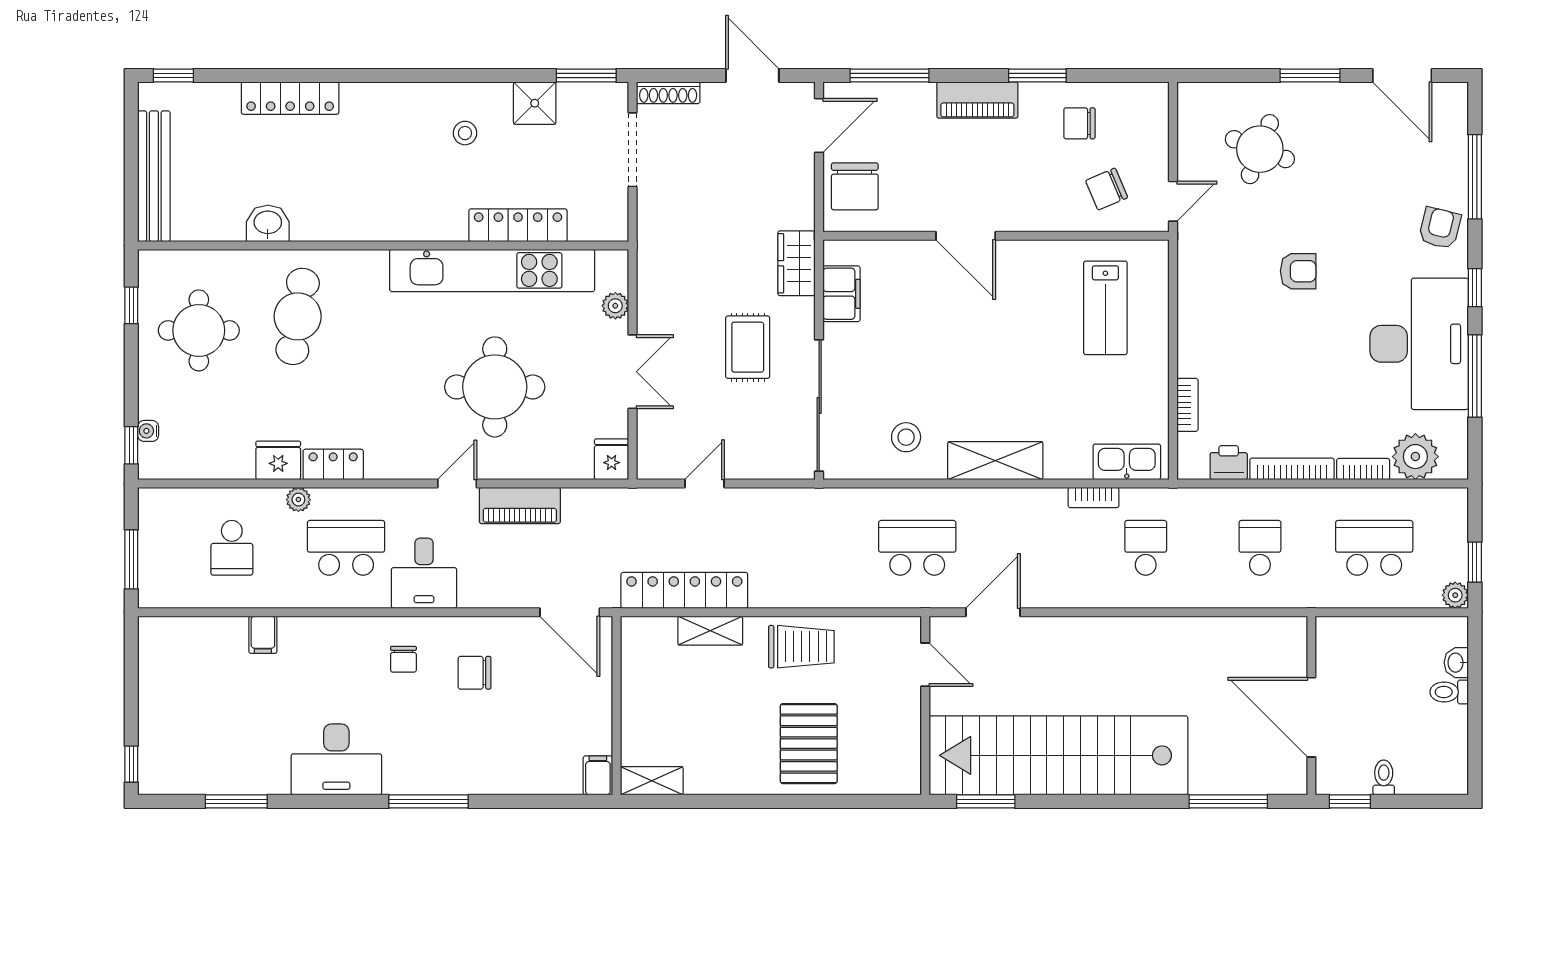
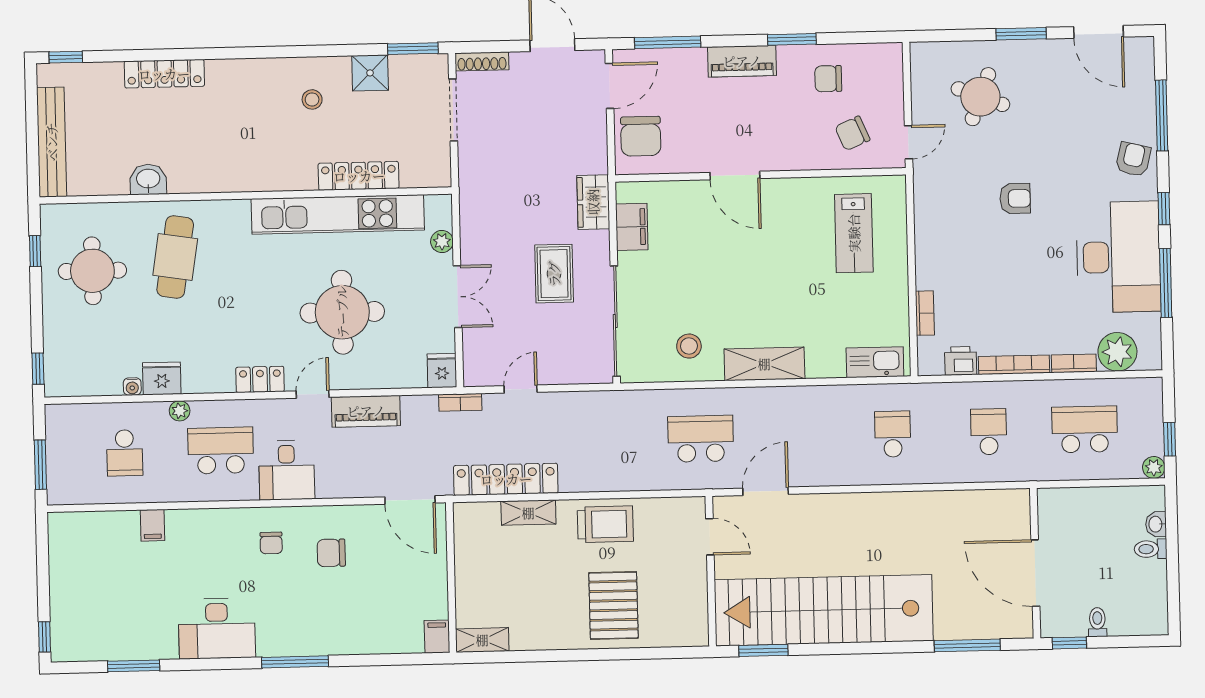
water cooler: (148, 431) -> (132, 387), moved, turned -90
locker: (333, 464) -> (260, 379), moved
bookcase: (1094, 498) -> (460, 402), moved

